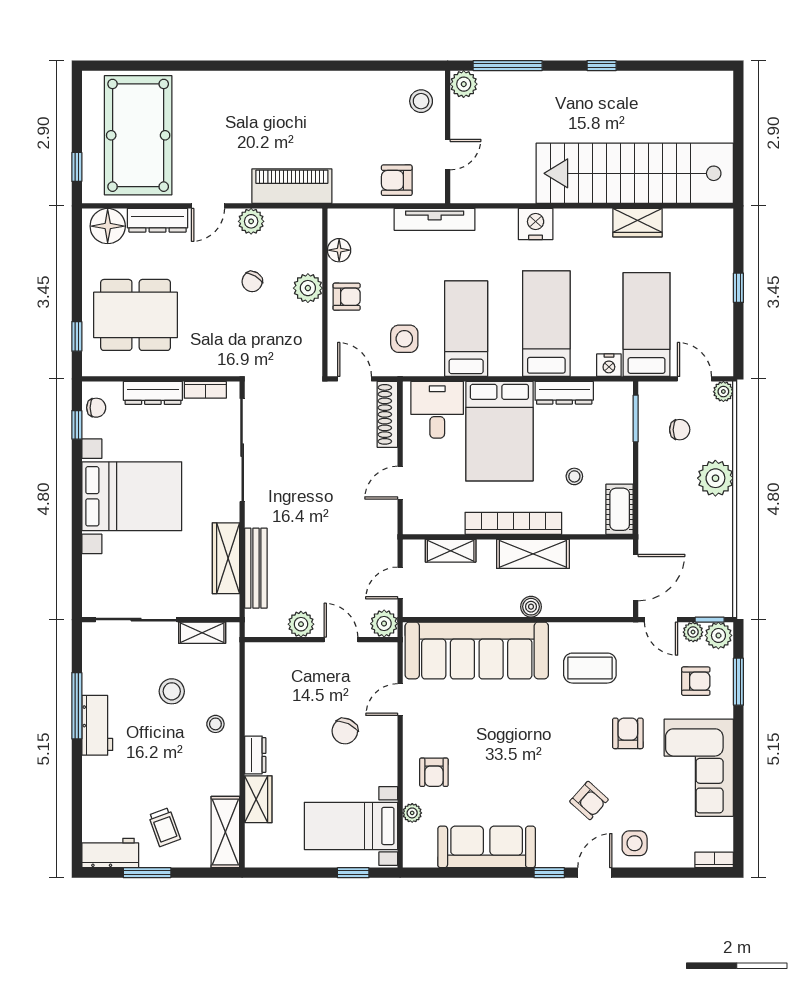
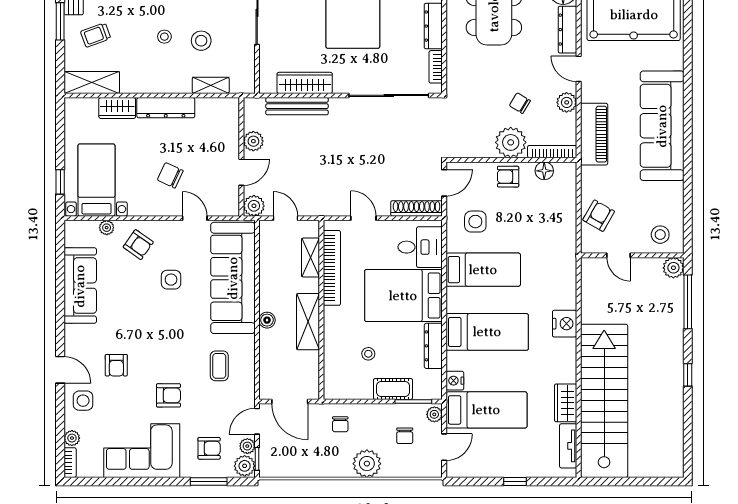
sofa: (281, 99) -> (662, 126), added
armchair: (397, 180) -> (599, 216), turned 30
tv unit: (435, 219) -> (568, 446), moved, width x0.71
bookcase: (314, 240) -> (552, 152), added
plant: (308, 288) -> (511, 142), width x1.36, depth x1.36
armchair: (347, 297) -> (508, 177), turned 90
plant: (723, 392) -> (434, 414), moved
cot: (620, 509) -> (393, 389), moved
chair: (665, 512) -> (340, 424), added
bookcase: (513, 523) -> (332, 268), moved
shelving: (202, 633) -> (211, 85), moved, turned 90
coffee table: (590, 668) -> (219, 366), width x0.73, depth x0.77
armchair: (696, 681) -> (209, 448), turned -90
stool: (215, 724) -> (164, 37), moved
side table: (479, 730) -> (171, 280), added
dresser: (255, 755) -> (166, 108), width x1.96, depth x1.24
armchair: (434, 772) -> (138, 245), turned -145
armchair: (589, 800) -> (116, 365), turned -42
plant: (683, 858) -> (72, 438), added
window: (549, 873) -> (60, 334), removed

